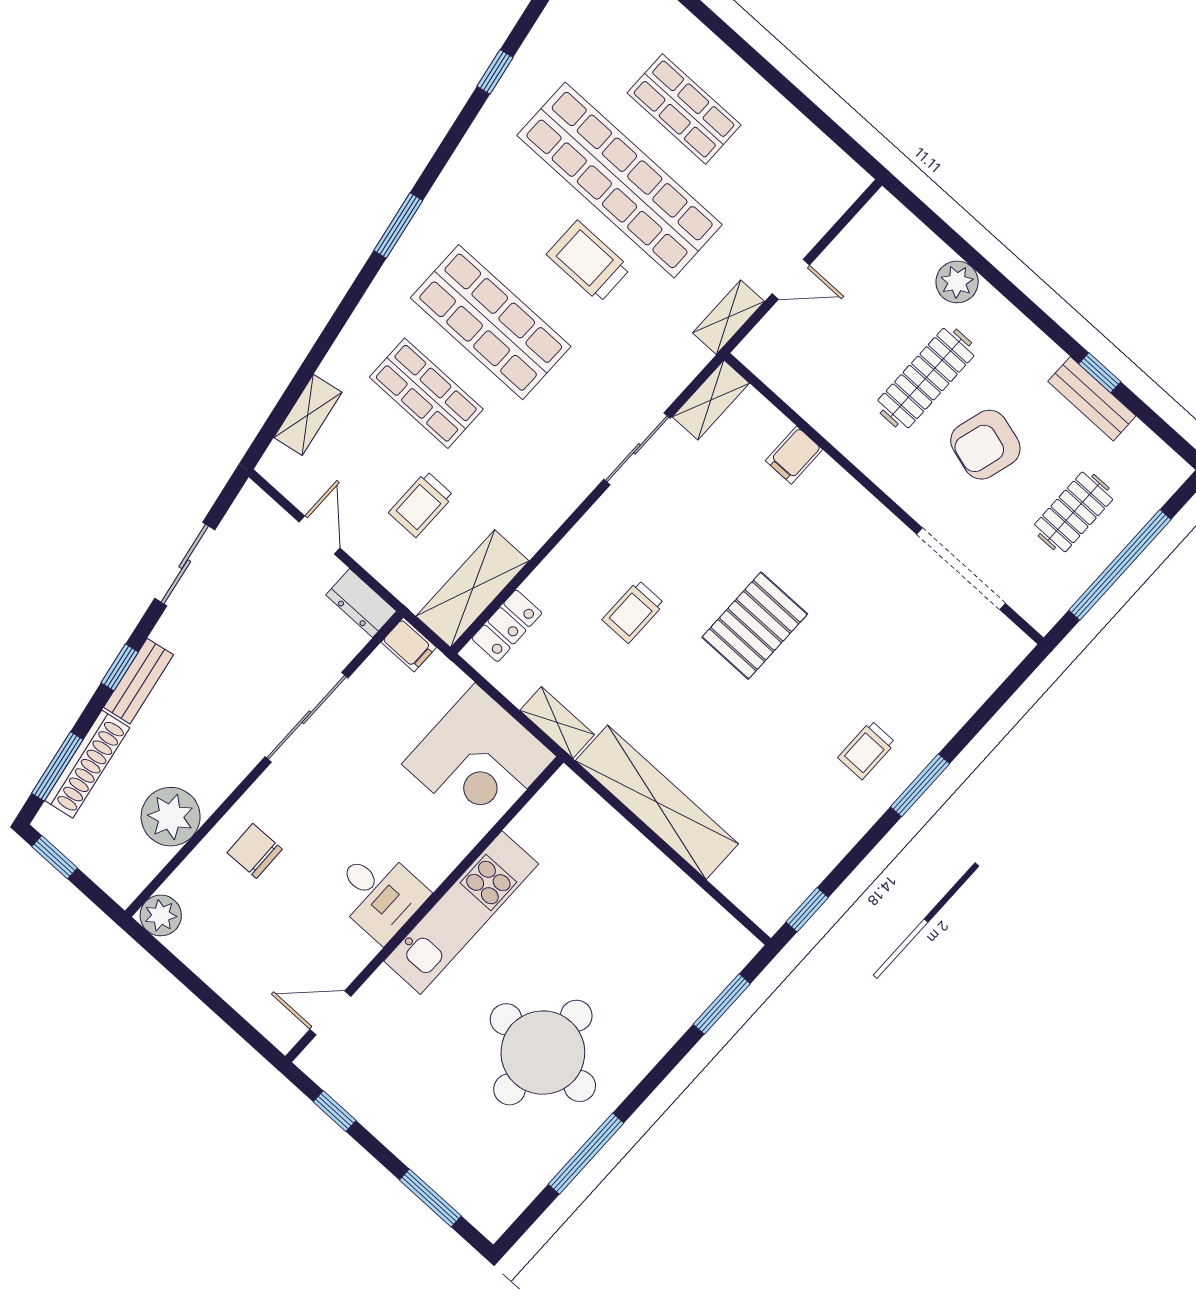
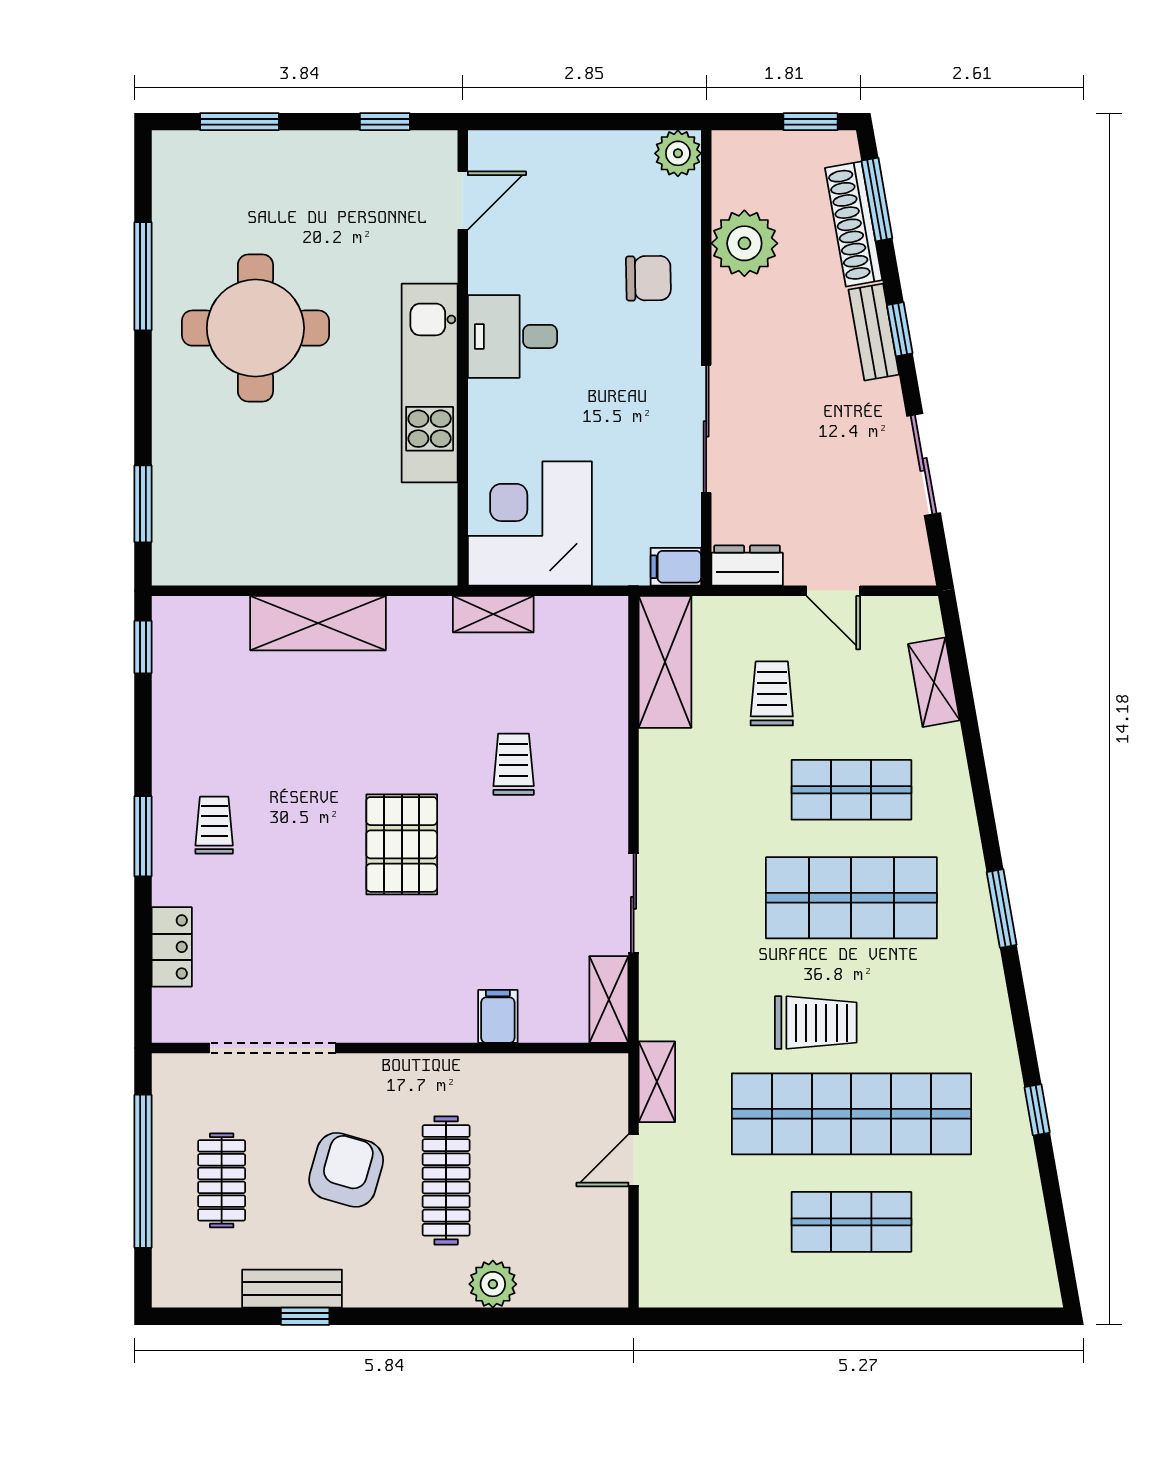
locker: (507, 626) -> (172, 947), moved, turned 180
shelving: (657, 802) -> (318, 623), width x0.68

